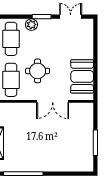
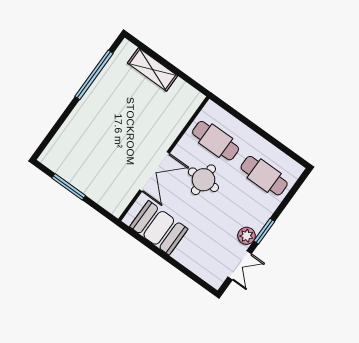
plant: (31, 25) -> (247, 236), moved
double door: (53, 101) -> (155, 172), swing flipped

